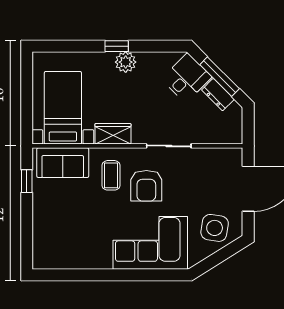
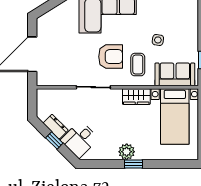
window: (220, 77) -> (54, 140), width x0.46
armchair: (146, 186) -> (111, 57), turned 90
side table: (215, 228) -> (158, 40), moved, width x0.54, depth x0.54

